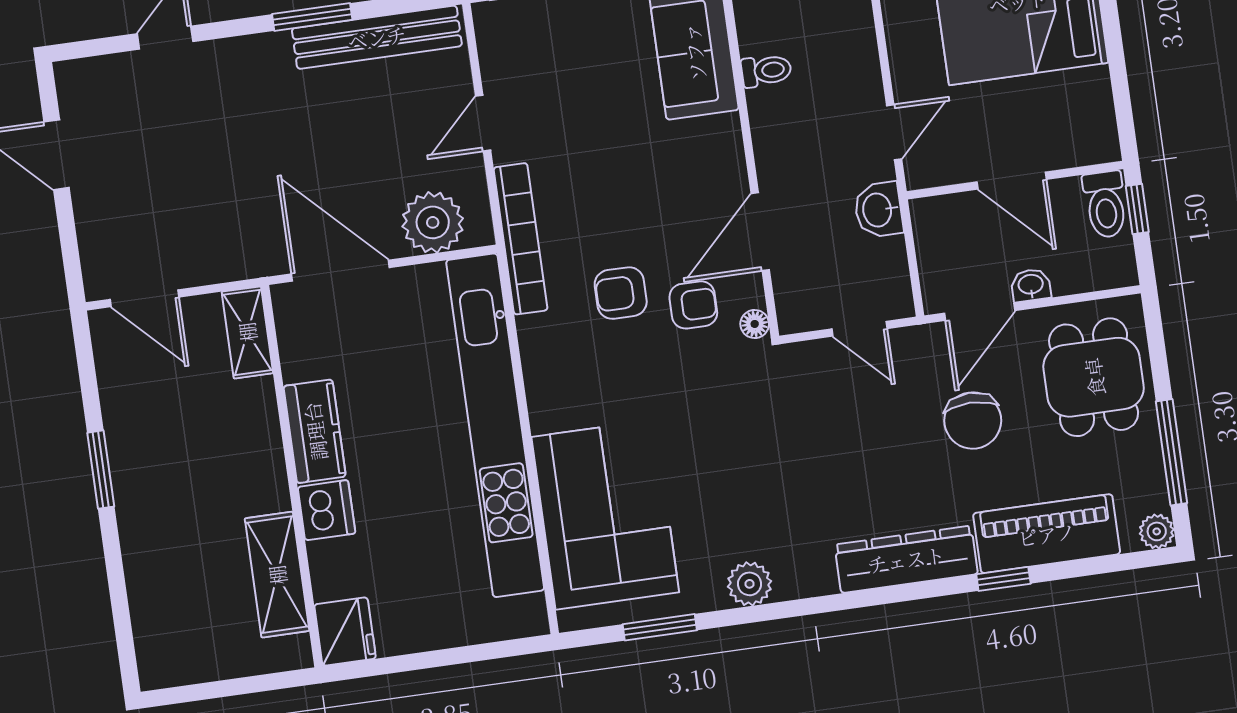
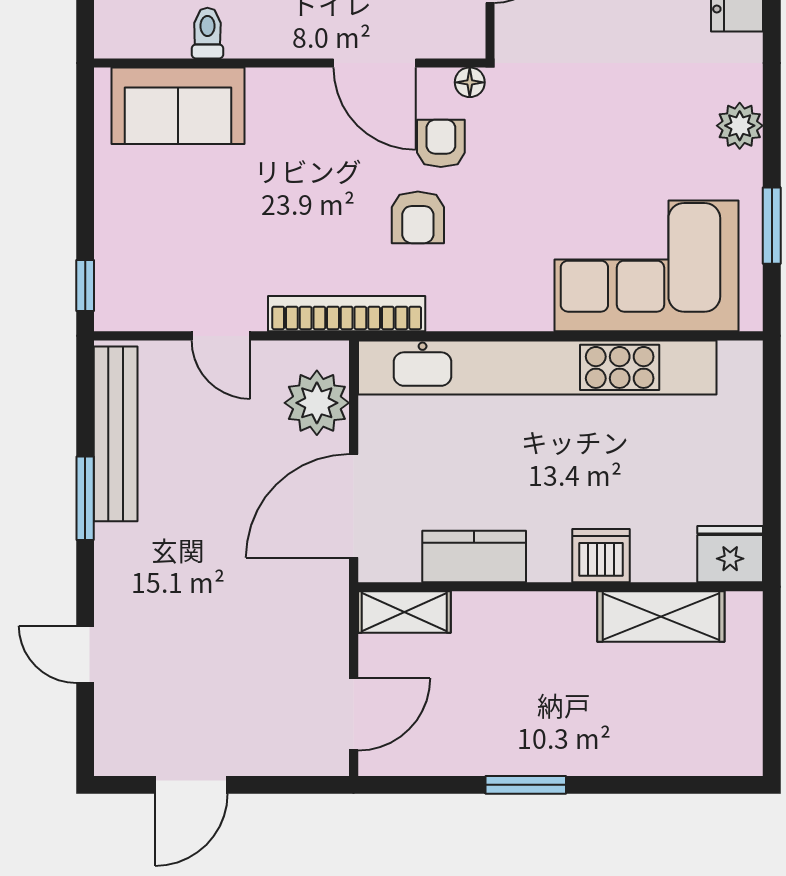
kitchen counter: (315, 431) -> (474, 556), moved

